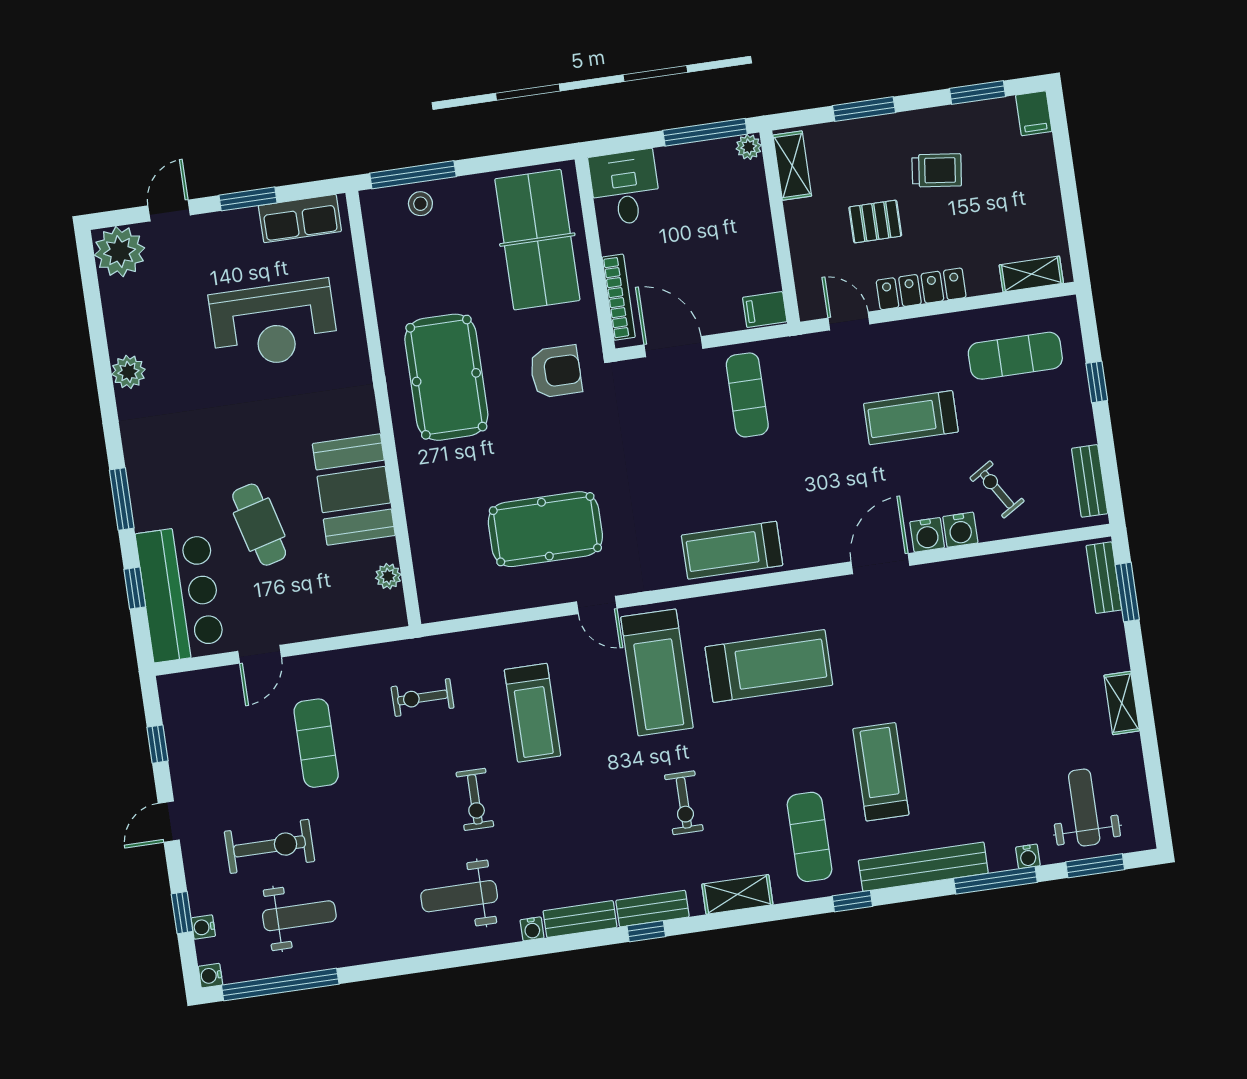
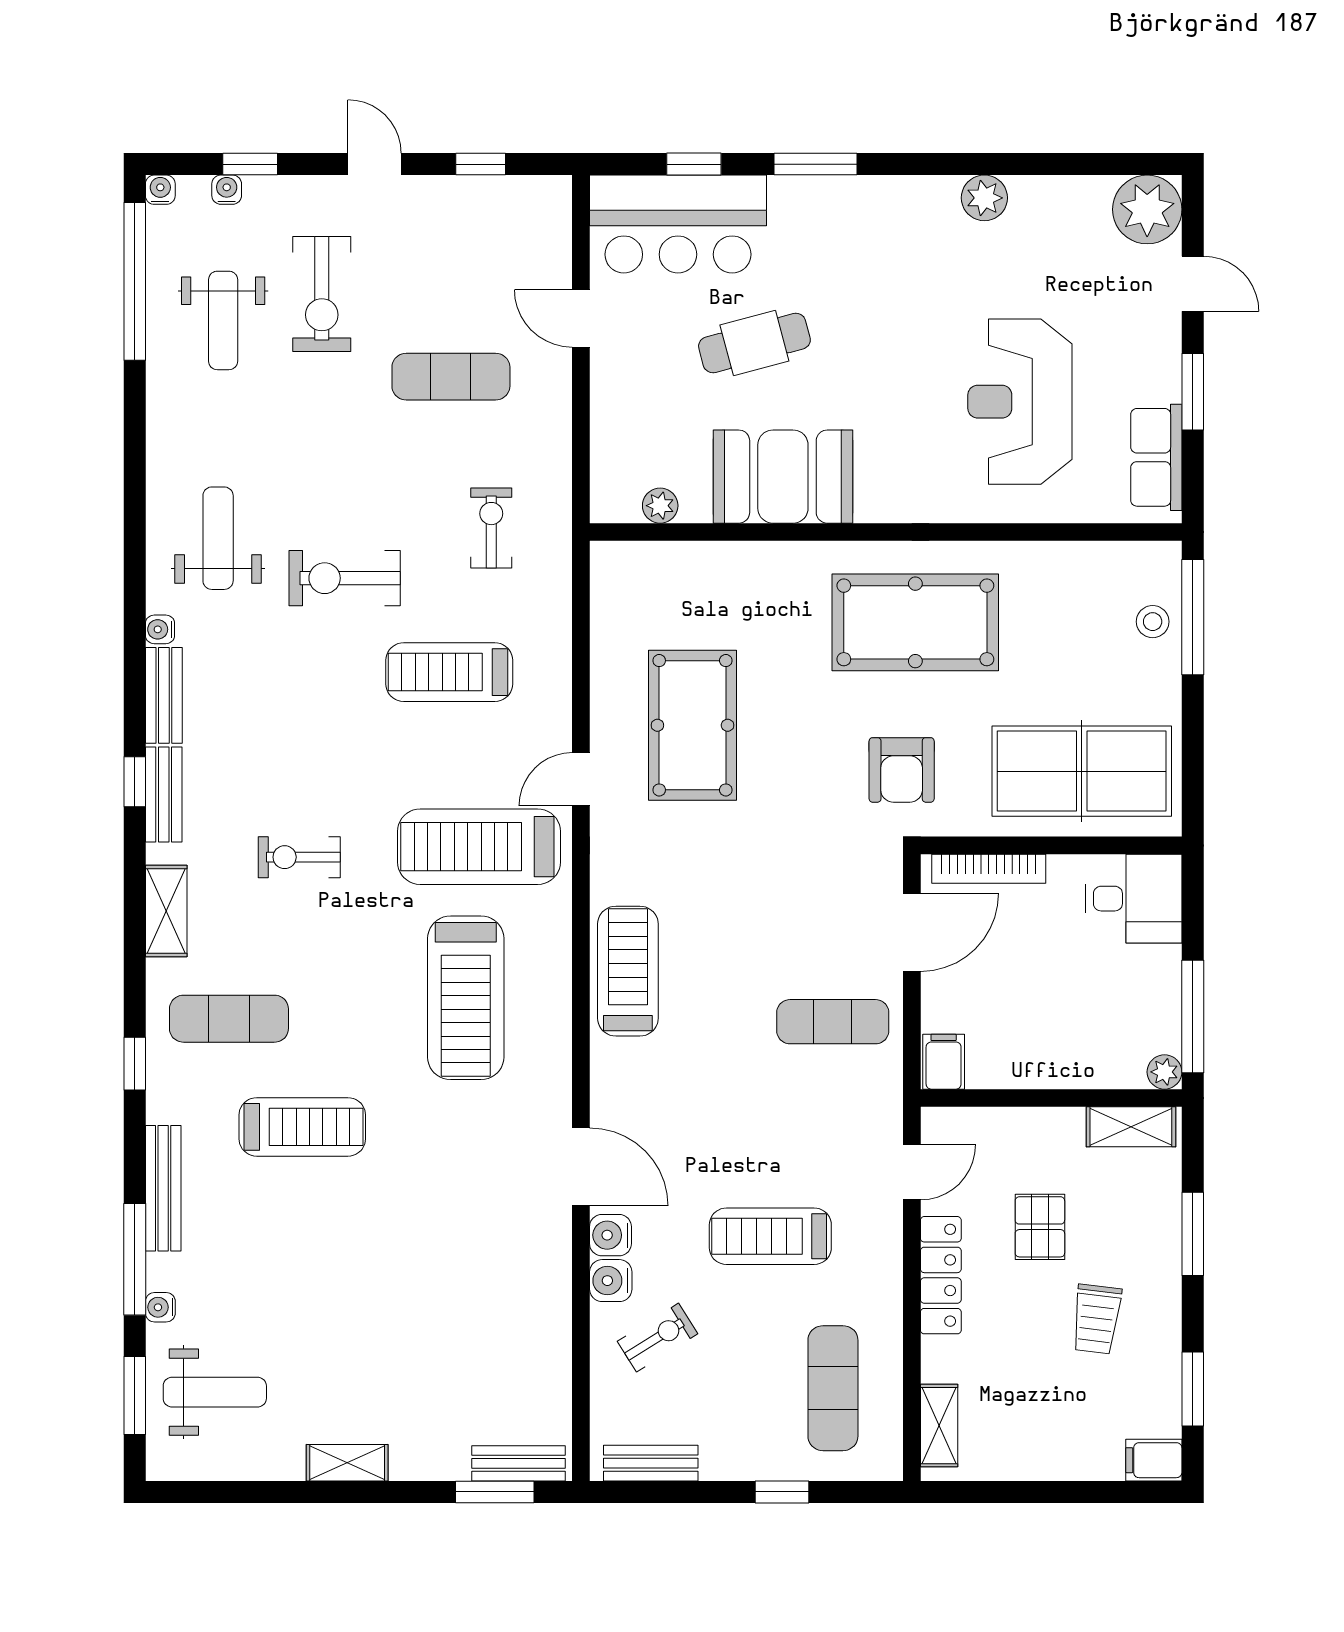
treadmill: (911, 418) -> (770, 1236), turned -90
exercise bike: (475, 799) -> (345, 578), width x1.38, depth x1.39
bench: (923, 867) -> (163, 1188), width x0.73, depth x0.82

